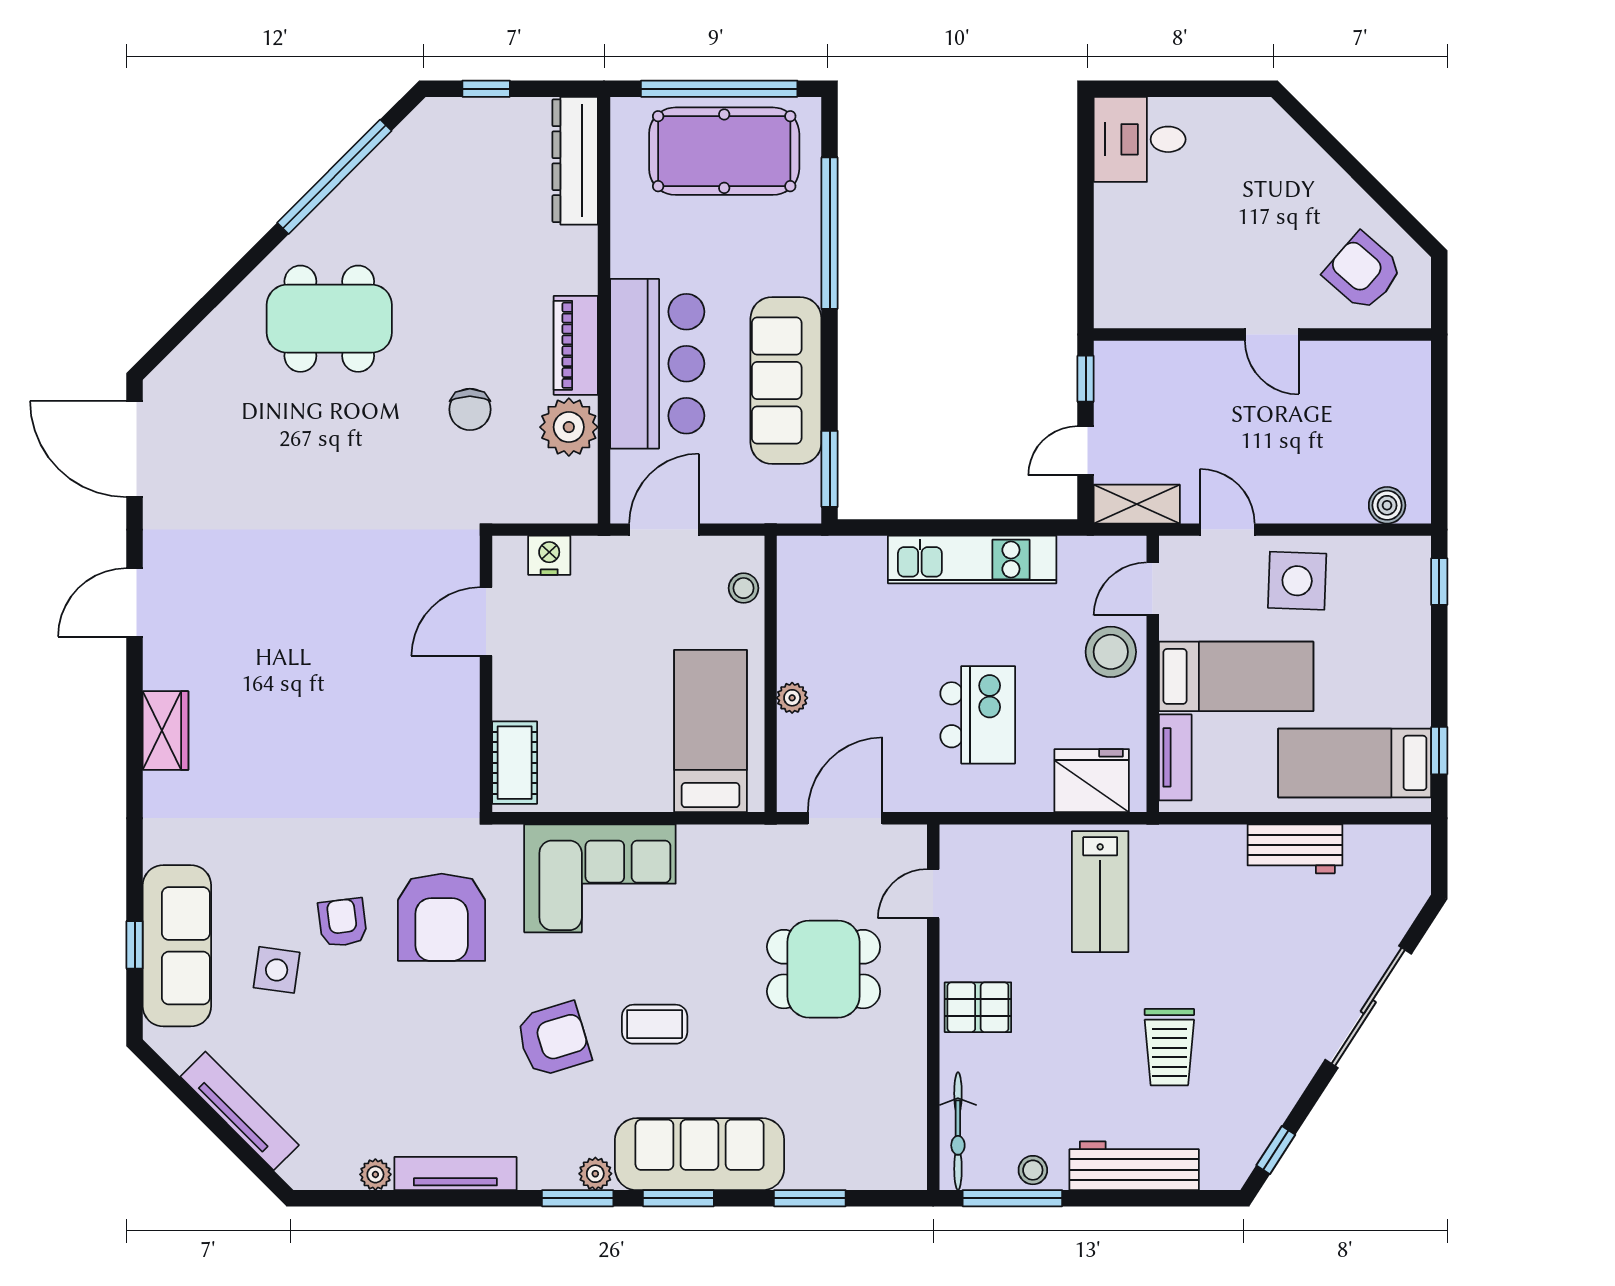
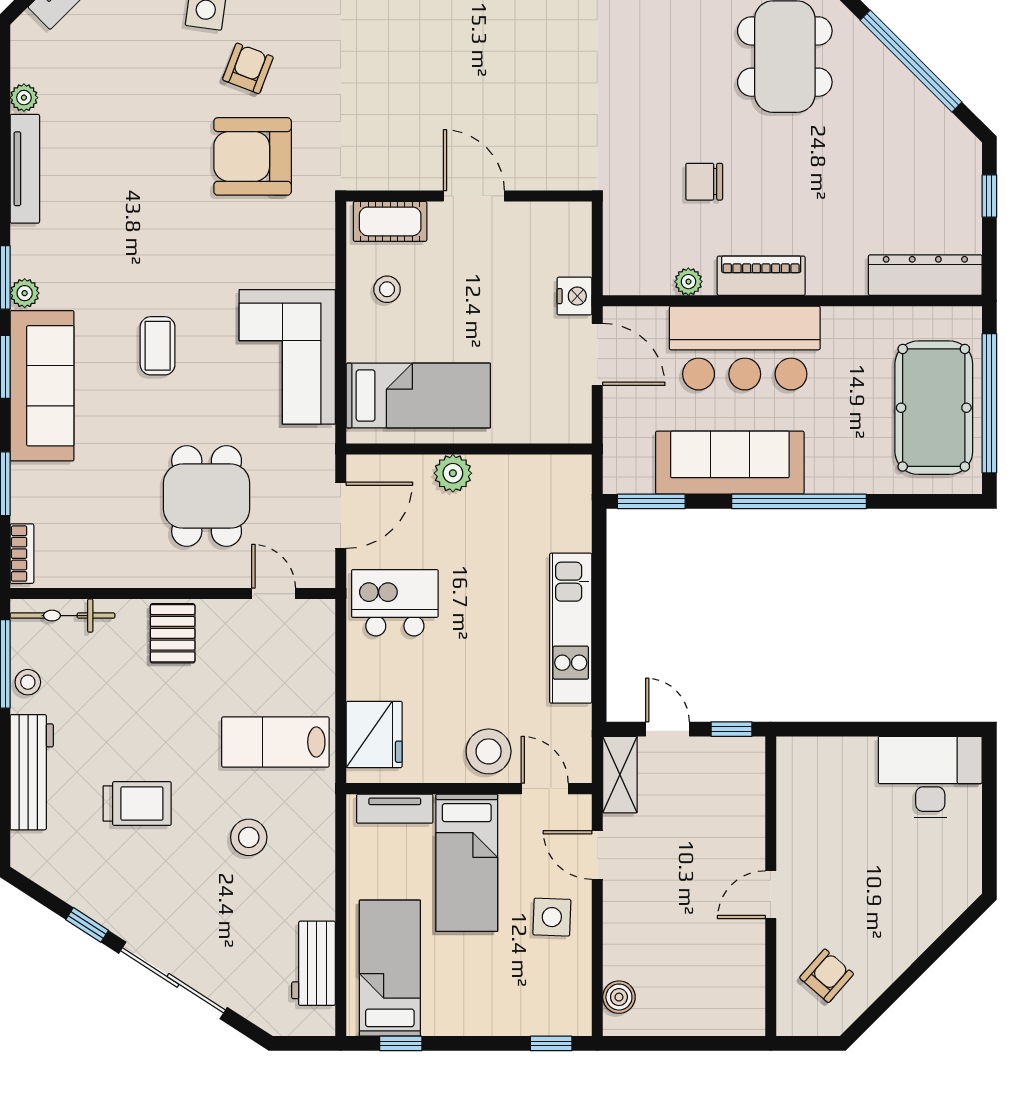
desk: (1140, 139) -> (930, 777), width x1.37
window: (830, 233) -> (799, 501), moved
armchair: (1363, 272) -> (827, 976), width x0.72, depth x0.72
plant: (569, 427) -> (688, 282), width x0.53, depth x0.53
door: (1227, 530) -> (597, 855), swing flipped
nightstand: (549, 555) -> (575, 296), moved
side table: (1297, 581) -> (552, 917), width x0.73, depth x0.73
stool: (744, 588) -> (387, 289), moved
door: (486, 621) -> (474, 196), moved
plant: (792, 698) -> (453, 473), width x1.38, depth x1.38
kitchen island: (978, 715) -> (395, 603), moved, turned 180
door: (845, 818) -> (341, 515), hinge flipped
workbench: (1295, 849) -> (314, 963), moved
corner sofa: (600, 878) -> (287, 357), moved
stool: (1207, 922) -> (249, 837), added
armchair: (342, 923) -> (248, 68), turned -62
armchair: (553, 1039) -> (144, 256), removed
trolley: (1169, 1047) -> (137, 804), turned 180
window: (1276, 1150) -> (87, 925), moved
bookcase: (888, 1177) -> (22, 554), added

